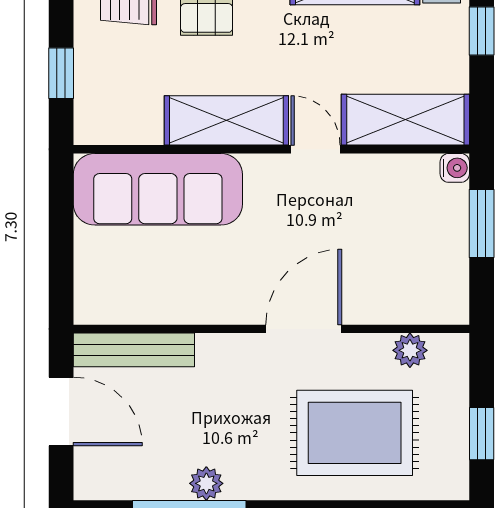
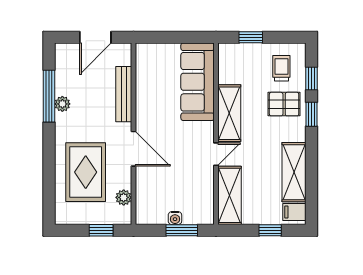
water cooler: (455, 168) -> (175, 218), moved
bench: (134, 350) -> (124, 94), moved
window: (482, 434) -> (101, 230), moved

